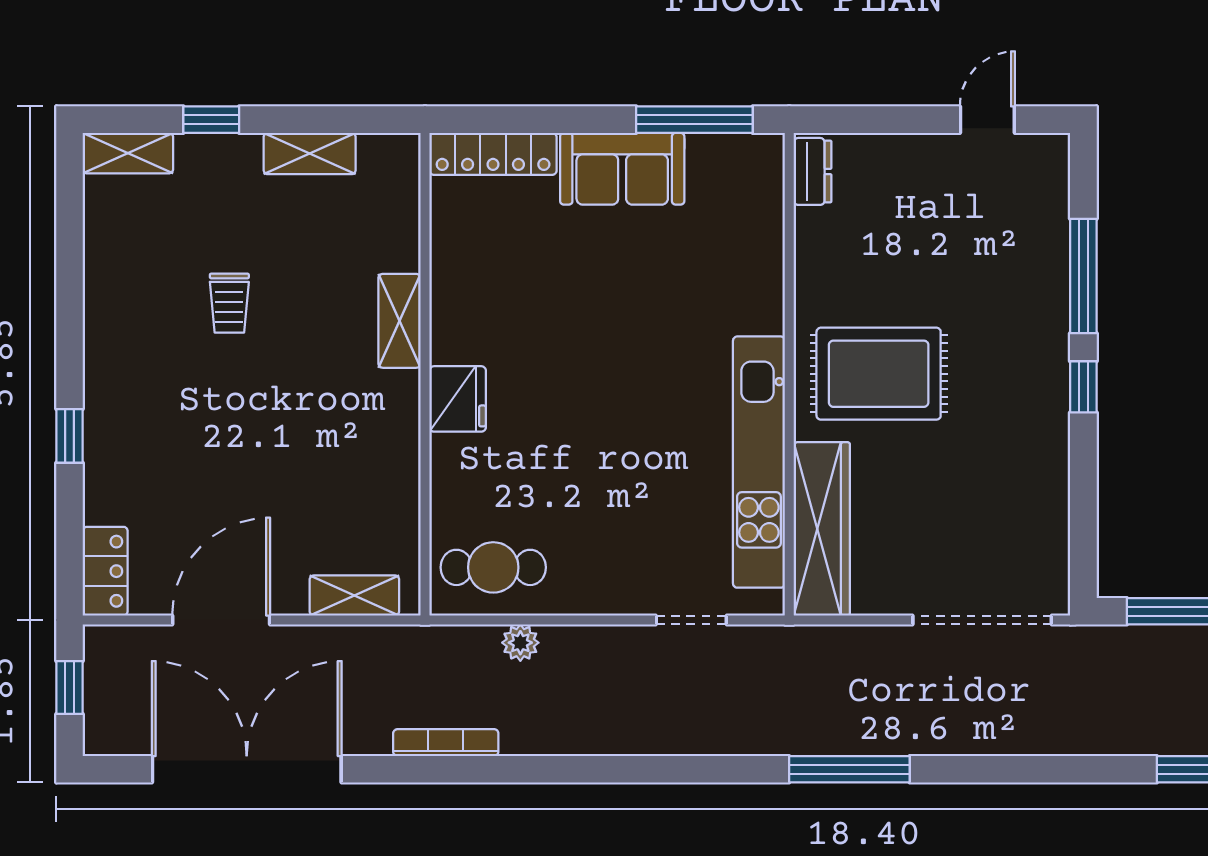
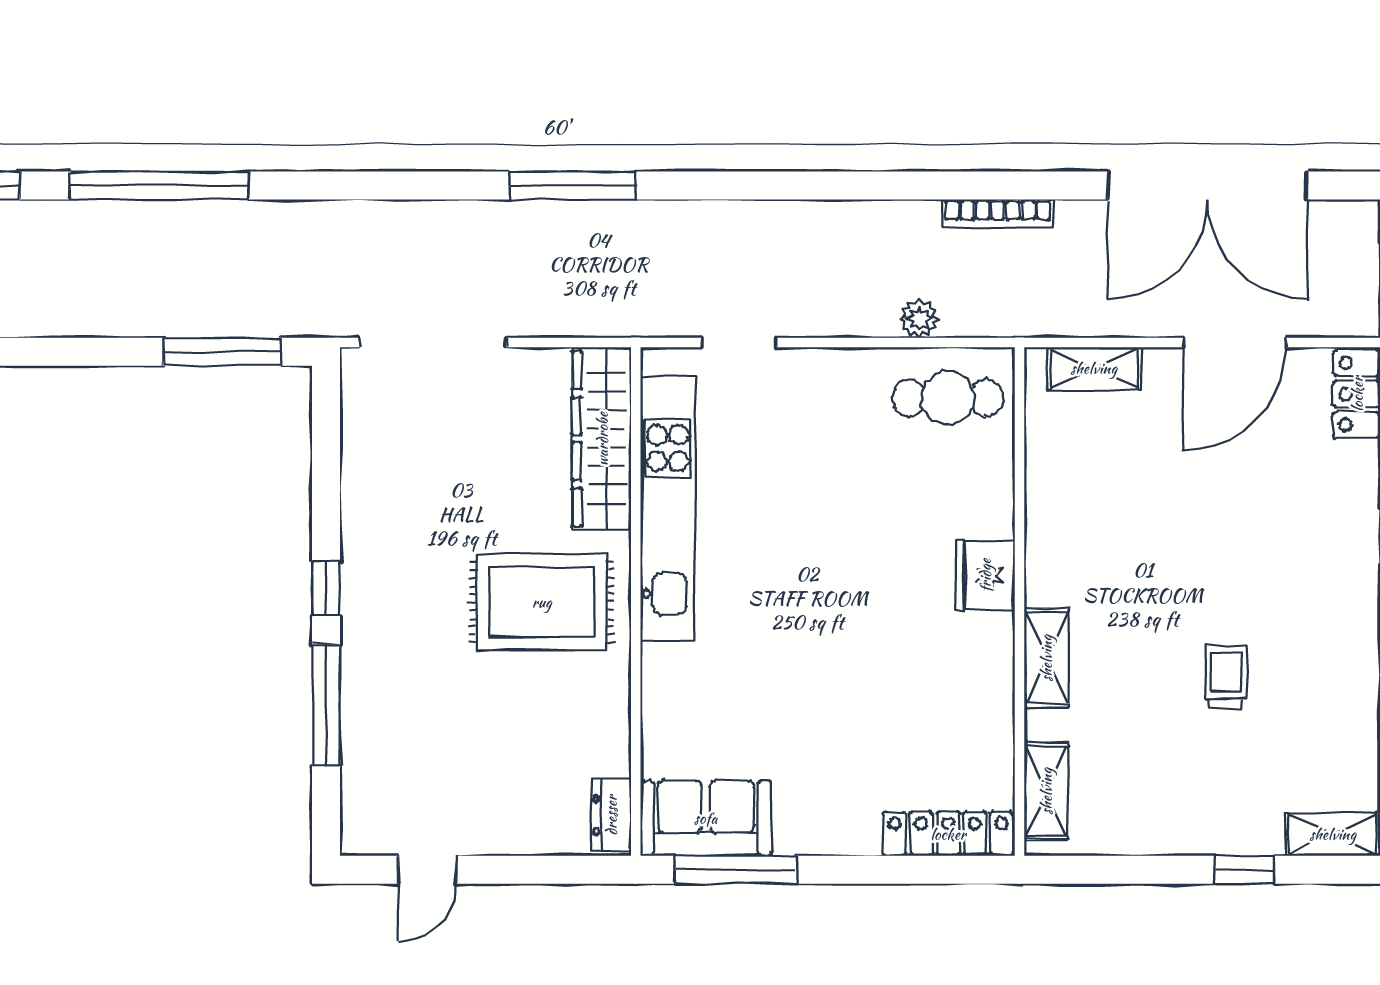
shelving: (310, 154) -> (1046, 791), moved, turned 90
sofa: (622, 169) -> (706, 818), moved

